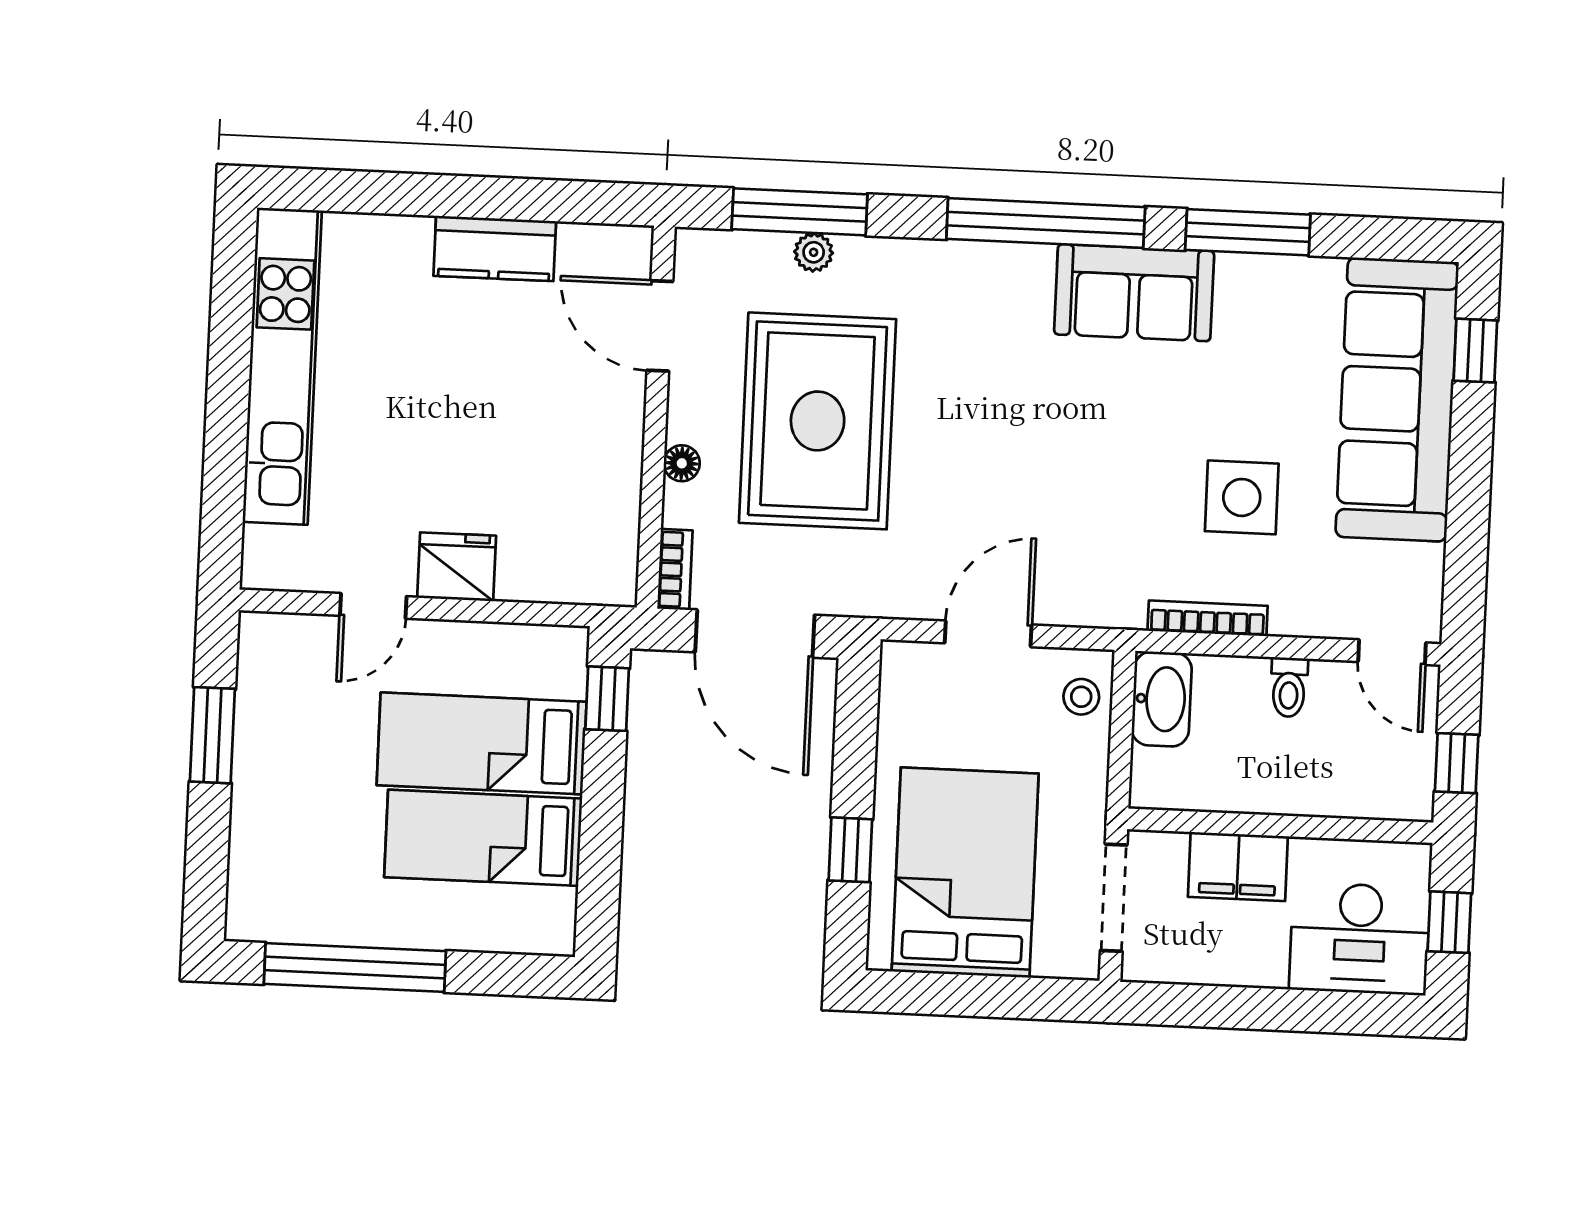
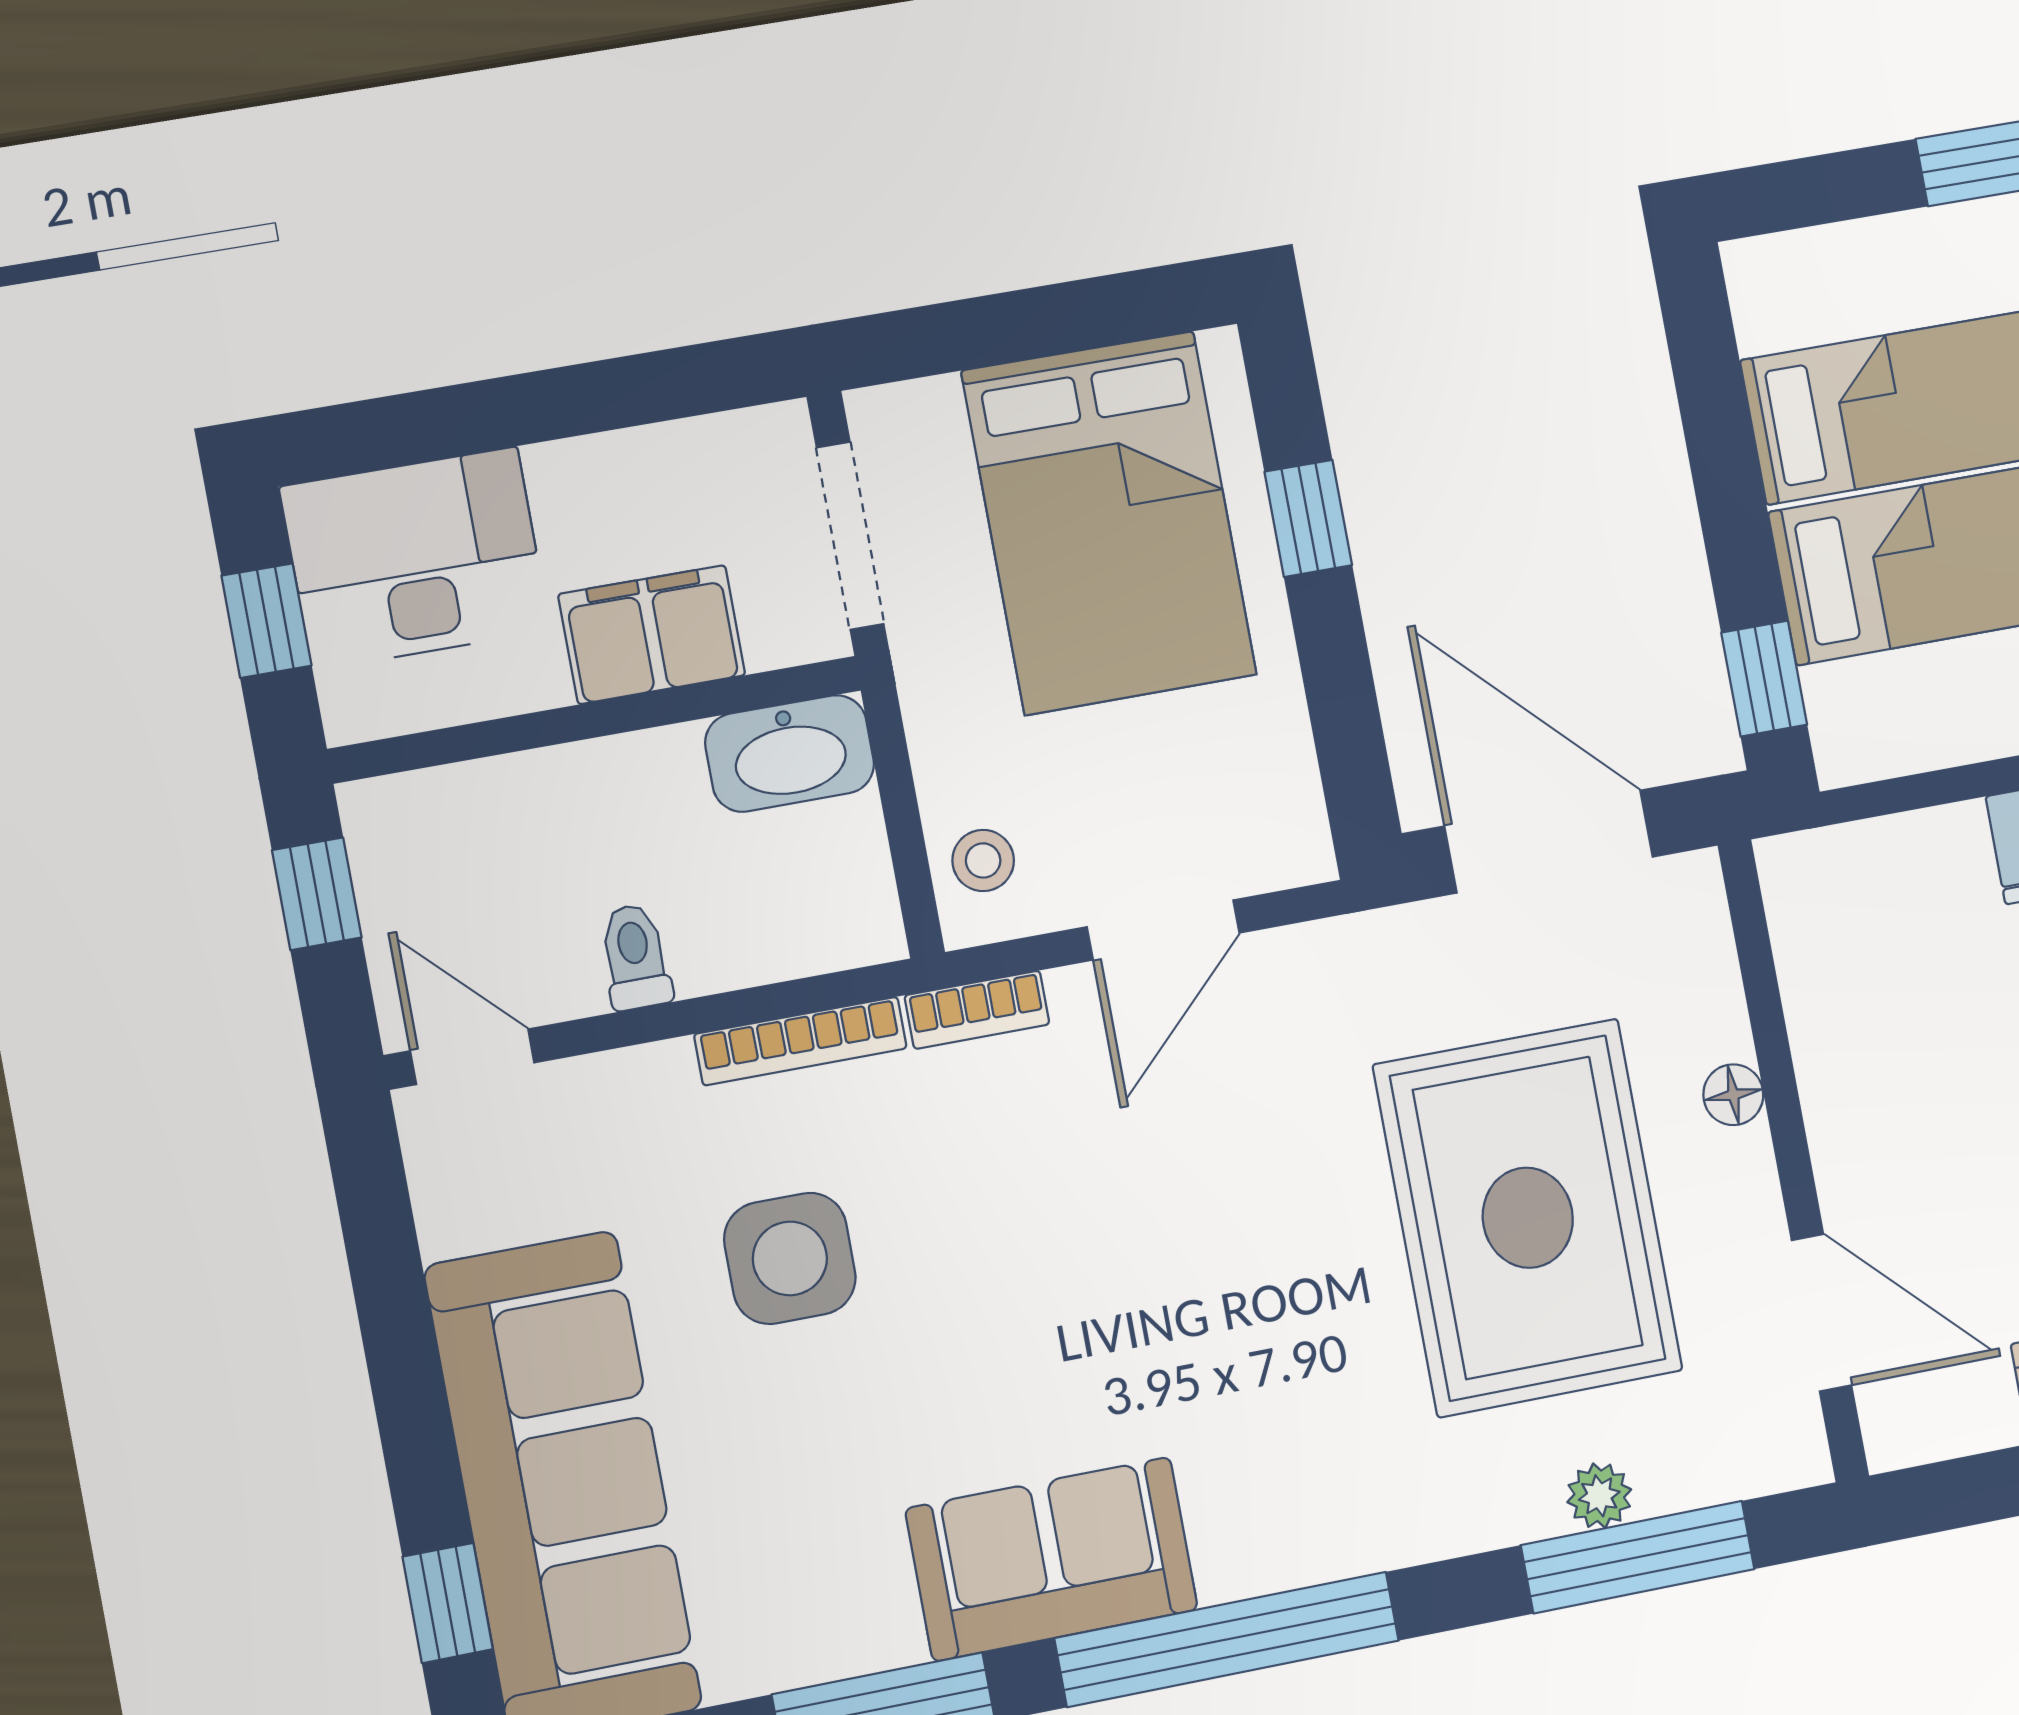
bookcase: (675, 570) -> (977, 1010), moved, turned -90
washbasin: (1162, 699) -> (790, 753), moved, turned -90

